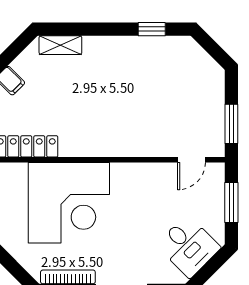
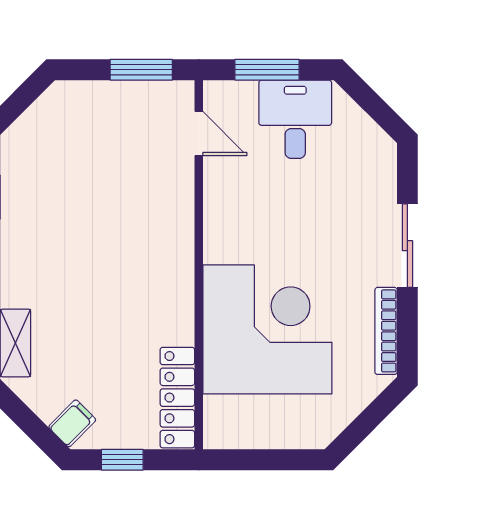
desk: (188, 246) -> (295, 119), moved, turned -45

